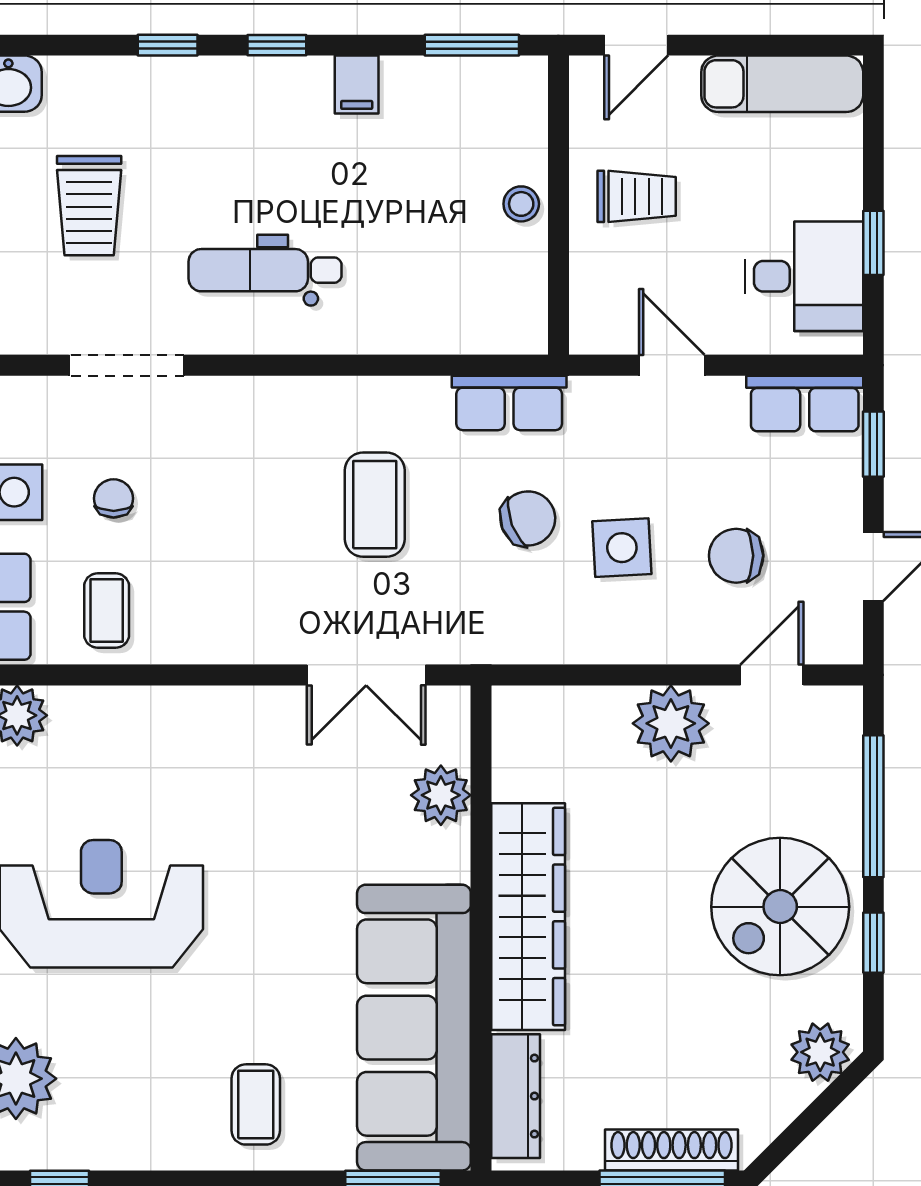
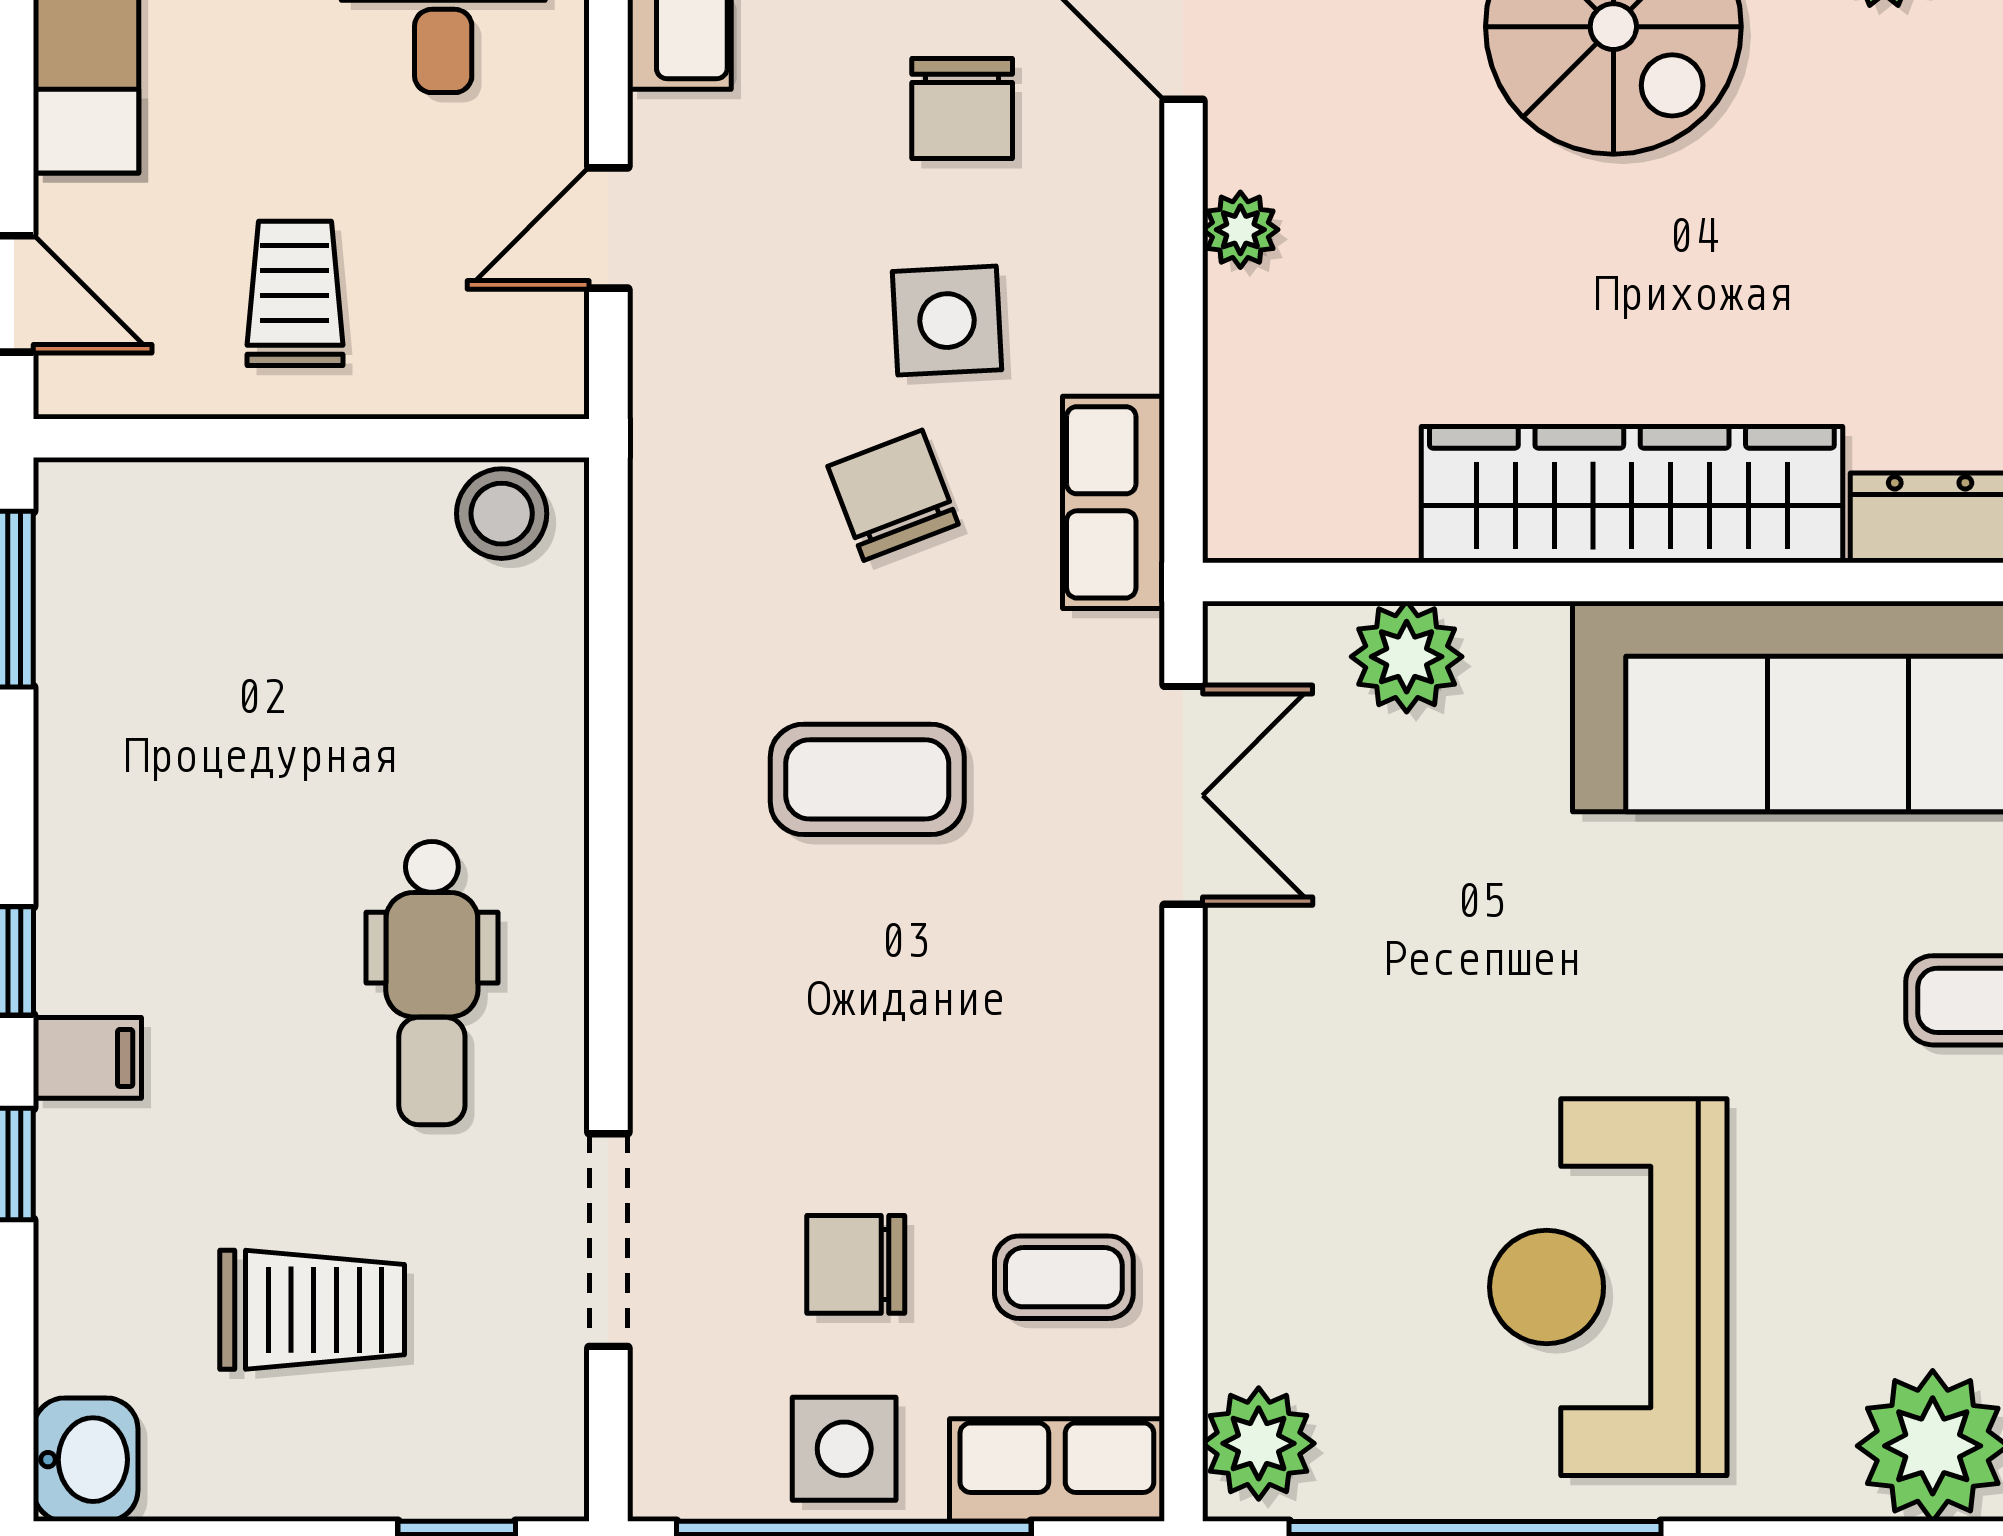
filing cabinet: (357, 85) -> (87, 1058), moved
stool: (521, 204) -> (502, 514), moved, width x1.37, depth x1.37
row of seats: (509, 403) -> (1113, 502), moved, turned 180
chair: (114, 498) -> (856, 1264), width x1.37, depth x1.37
plant: (671, 723) -> (1240, 230), width x0.53, depth x0.53

